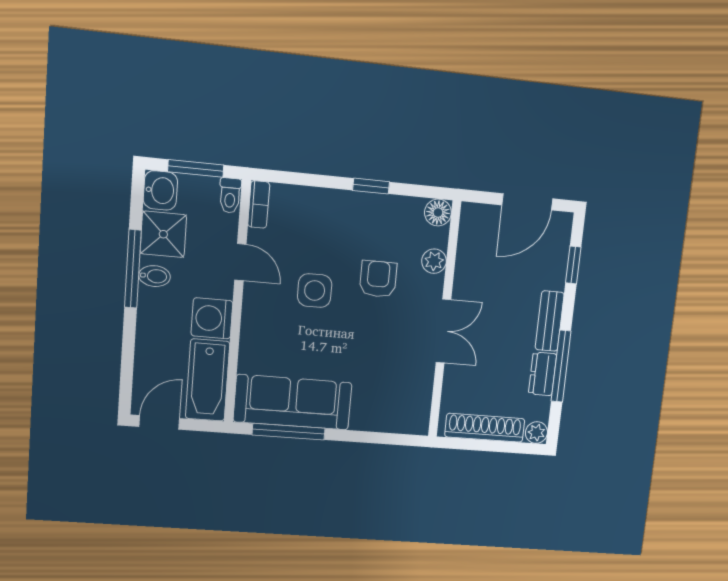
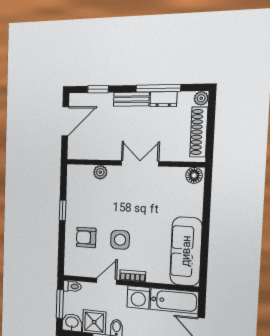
door: (527, 202) -> (65, 121), hinge flipped
bookcase: (259, 204) -> (133, 276), moved
floor lamp: (438, 213) -> (194, 175), moved
armchair: (378, 279) -> (86, 237), moved
window: (289, 432) -> (204, 254), removed

